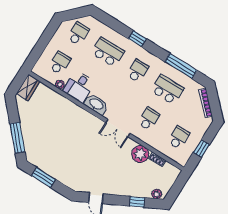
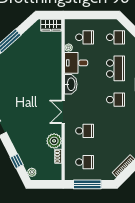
school desk: (167, 90) -> (115, 131), removed
window: (201, 149) -> (87, 184), width x2.17

